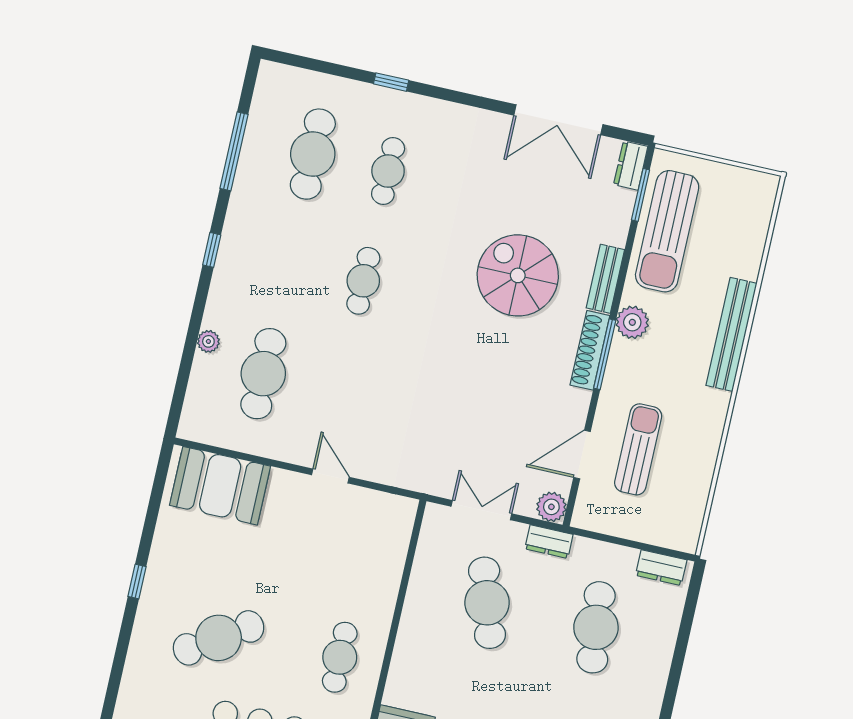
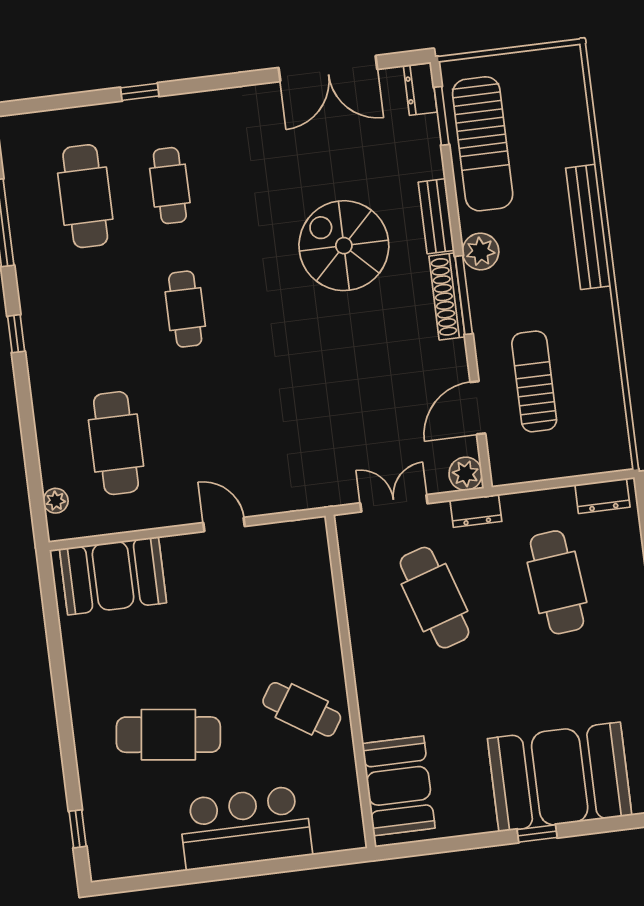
plant: (208, 341) -> (56, 501), moved
window: (137, 581) -> (78, 829), moved
cafe table: (219, 638) -> (168, 735), turned 40
cafe table: (340, 657) -> (302, 709), turned -57

